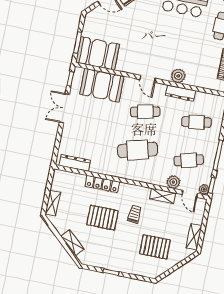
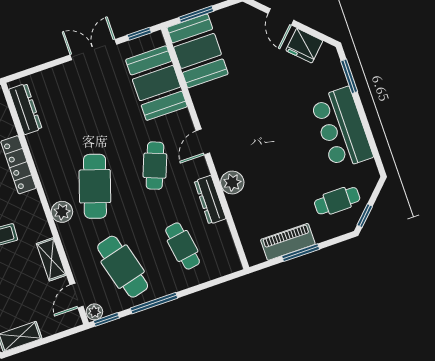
cafe table: (145, 112) -> (155, 166), turned 33
cafe table: (137, 150) -> (95, 186), turned 33
cafe table: (189, 160) -> (123, 267), width x1.37, depth x1.35
plant: (173, 182) -> (62, 212), moved

